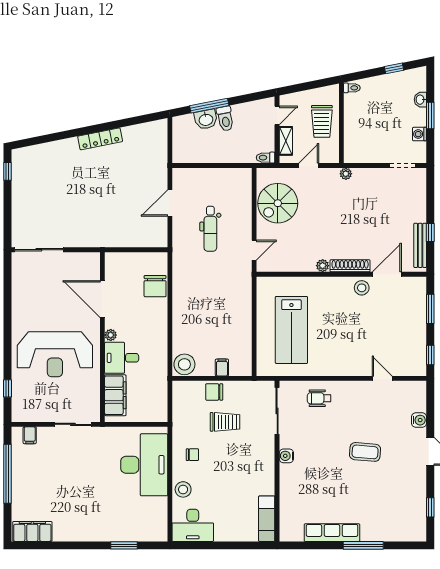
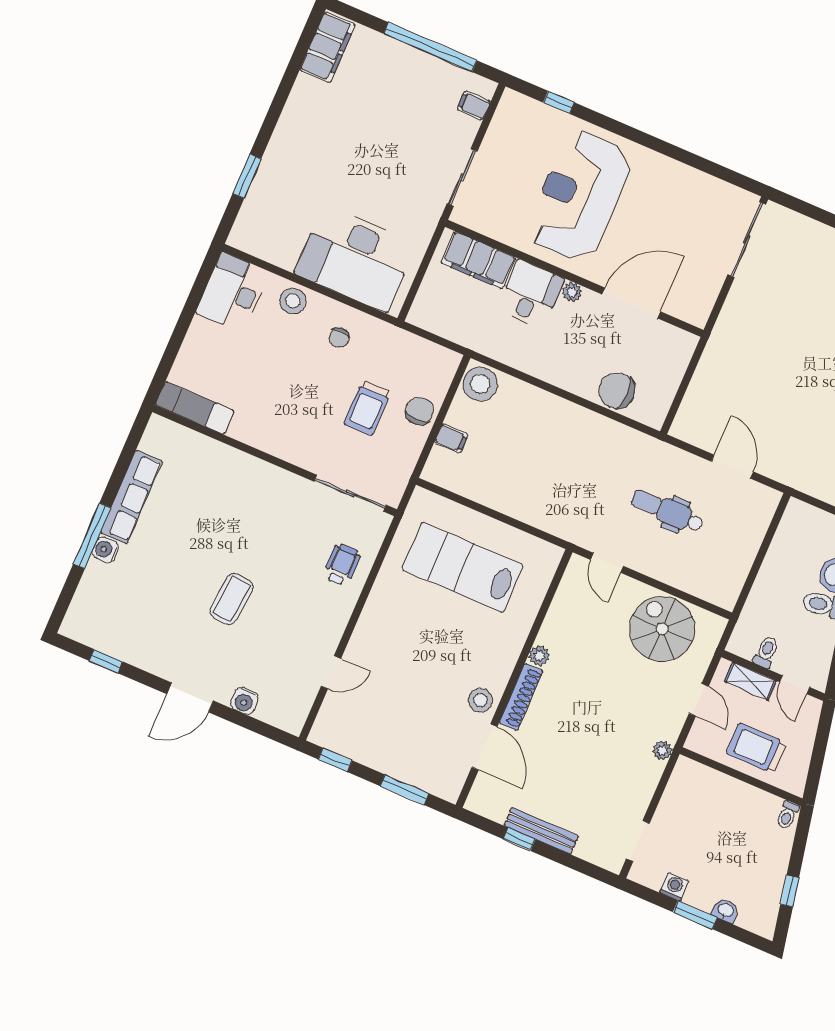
toilet: (266, 158) -> (766, 652), moved
bench: (420, 245) -> (541, 831), moved
water cooler: (286, 456) -> (105, 550), moved, turned -90

